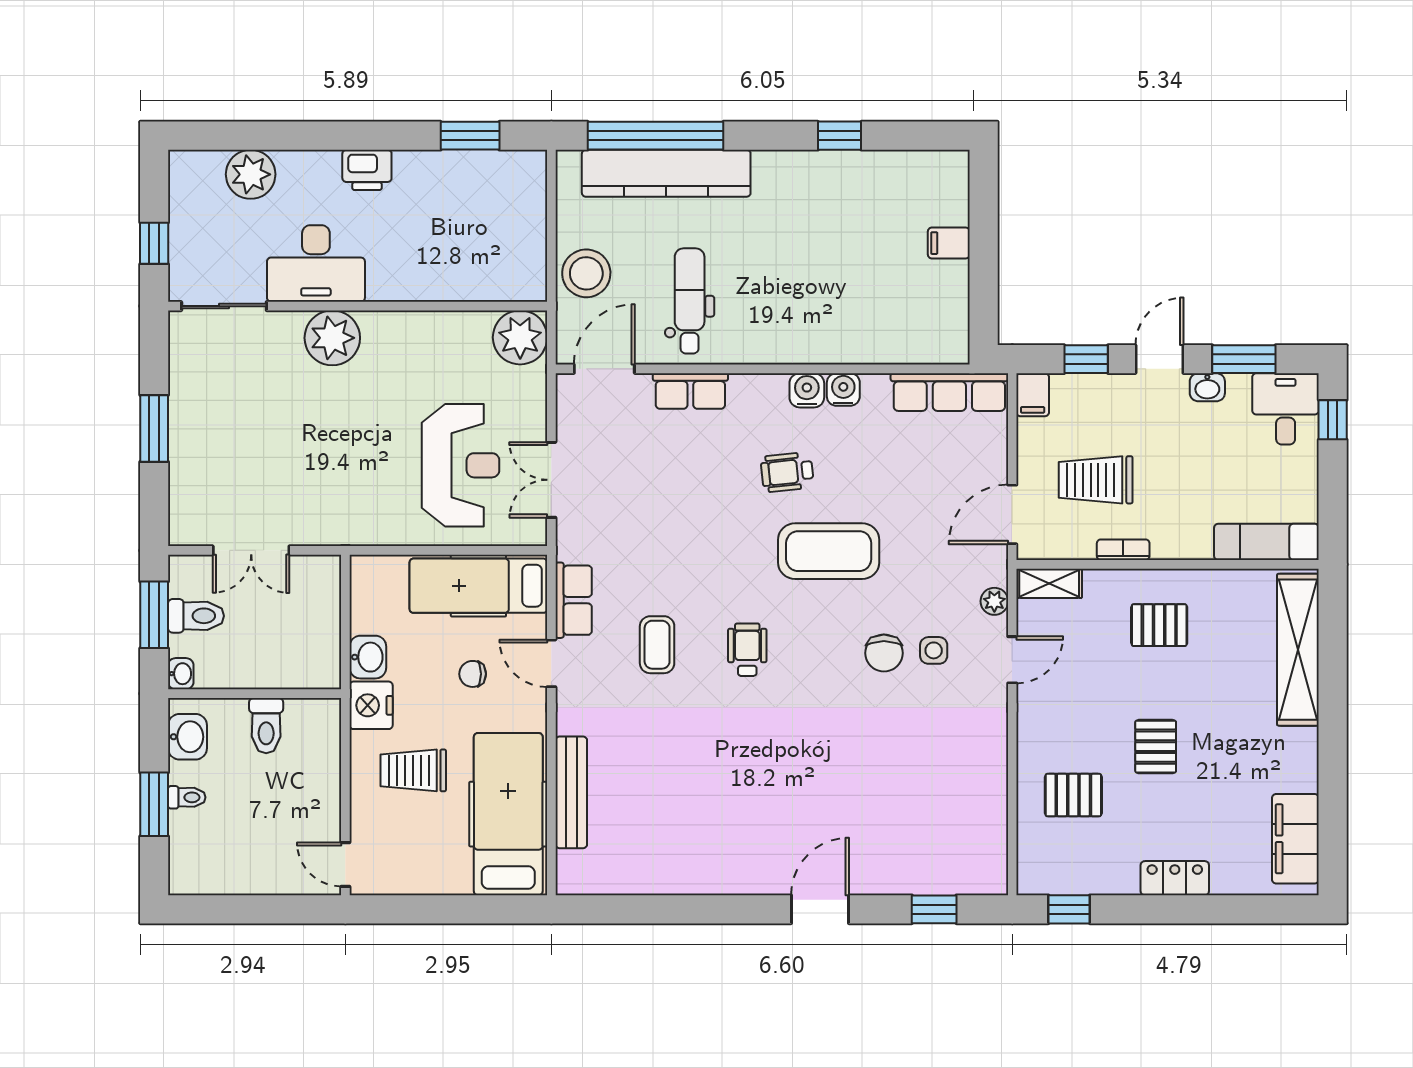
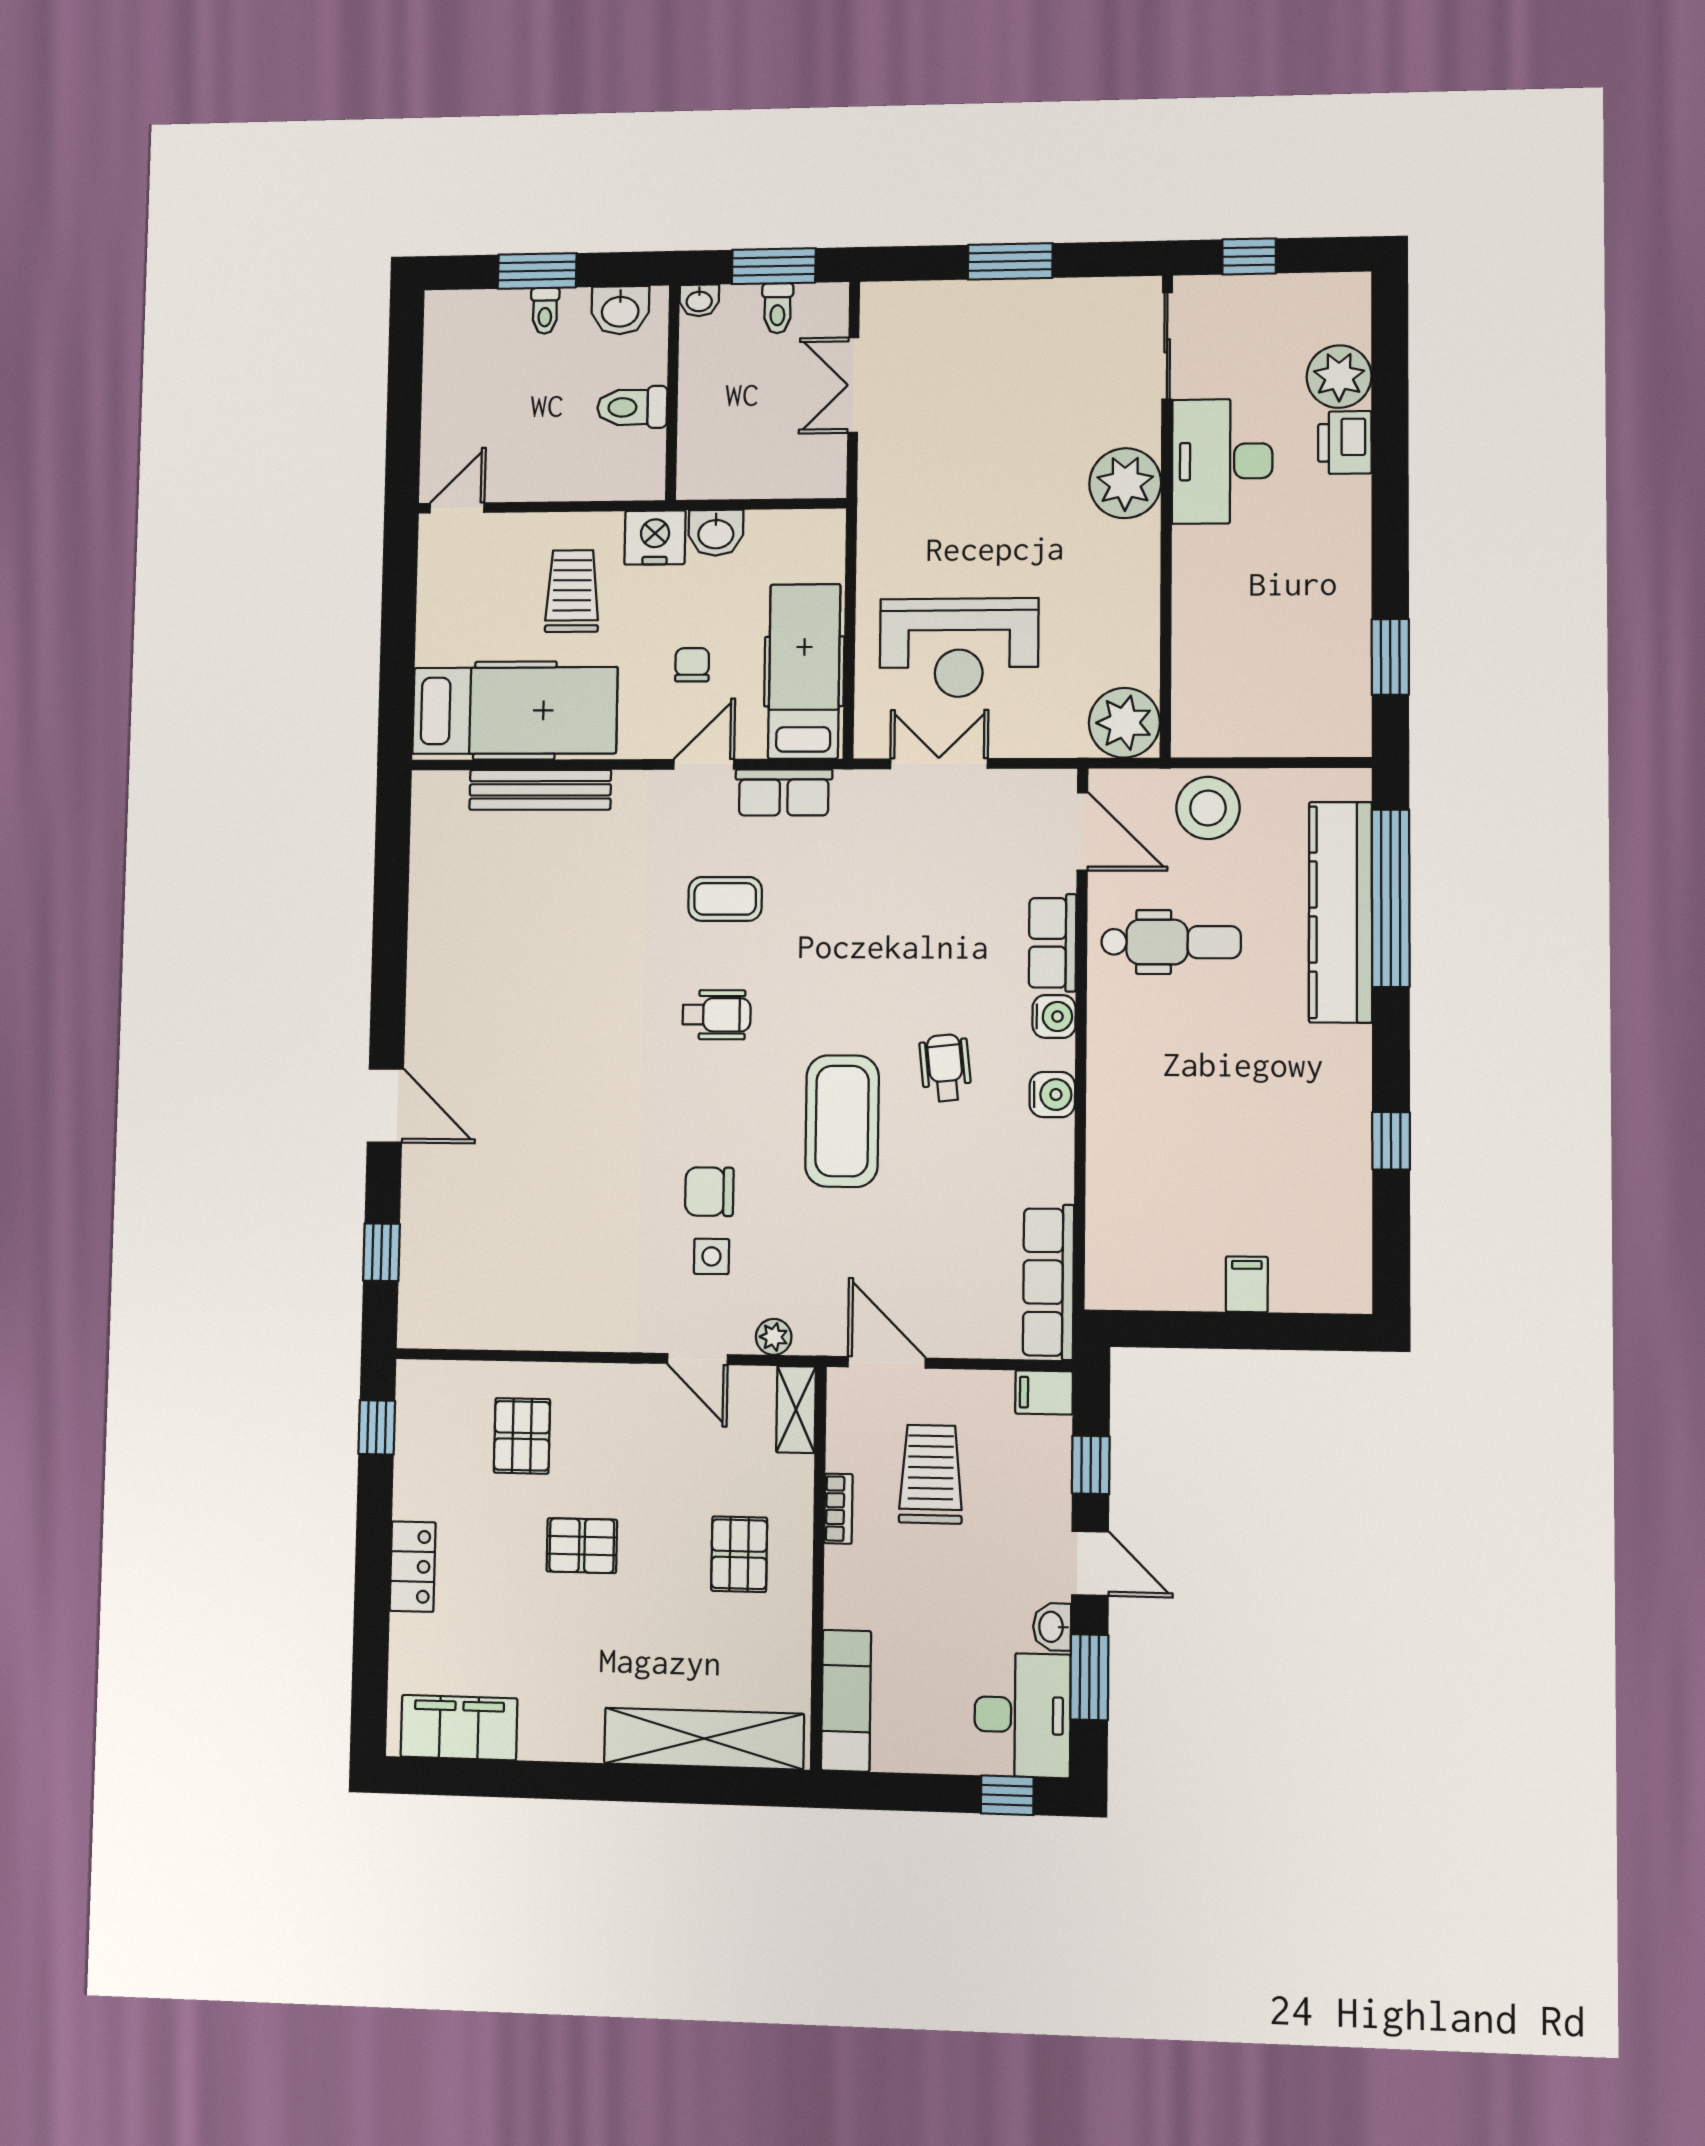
printer: (367, 170) -> (1345, 443), moved
water cooler: (843, 390) -> (1054, 1016), moved
desk: (1286, 409) -> (1022, 1715), width x1.37
toilet: (196, 616) -> (778, 308), width x0.73, depth x0.72

